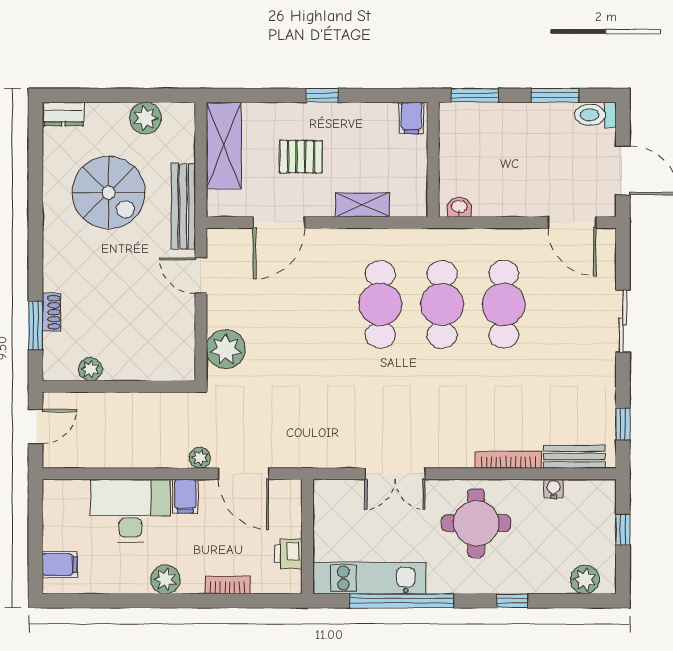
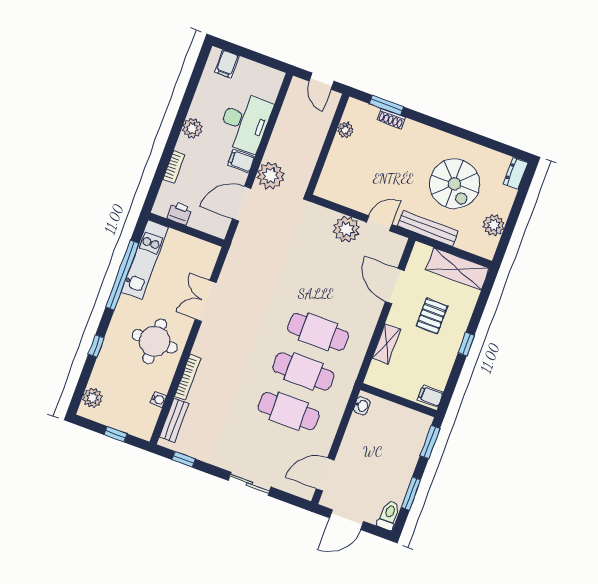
spiral stairs: (109, 193) -> (454, 184), turned -90
plant: (226, 349) -> (346, 229), moved
plant: (200, 458) -> (271, 176), width x1.88, depth x1.88

